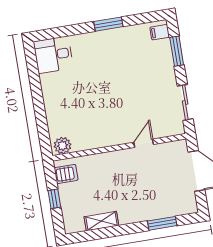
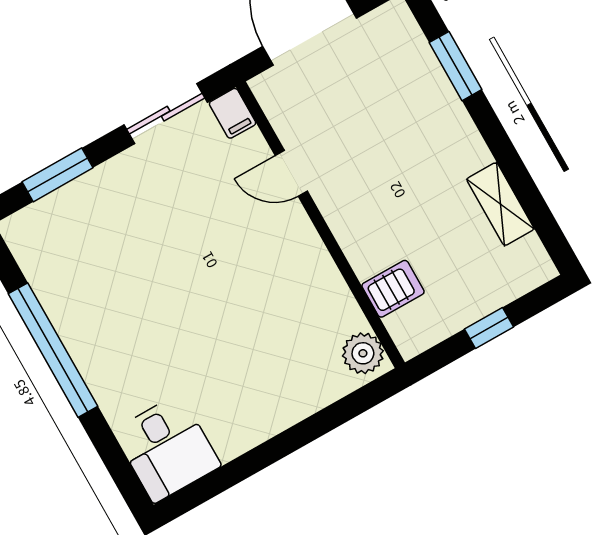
window: (108, 24) -> (53, 350), width x2.11
filing cabinet: (160, 32) -> (233, 113), moved
server rack: (66, 174) -> (393, 289), moved, turned 90

